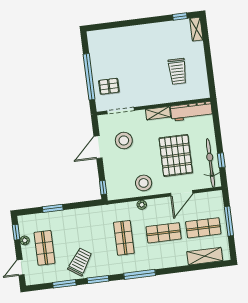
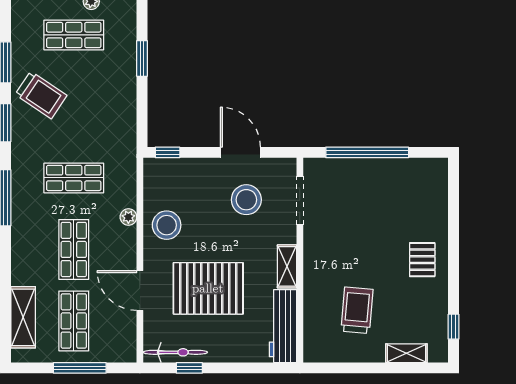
shelving: (196, 29) -> (406, 353), moved
trolley: (177, 71) -> (357, 310), turned 95
pallet: (109, 86) -> (422, 260), moved
bicycle: (210, 163) -> (175, 352), width x0.73, depth x0.71

